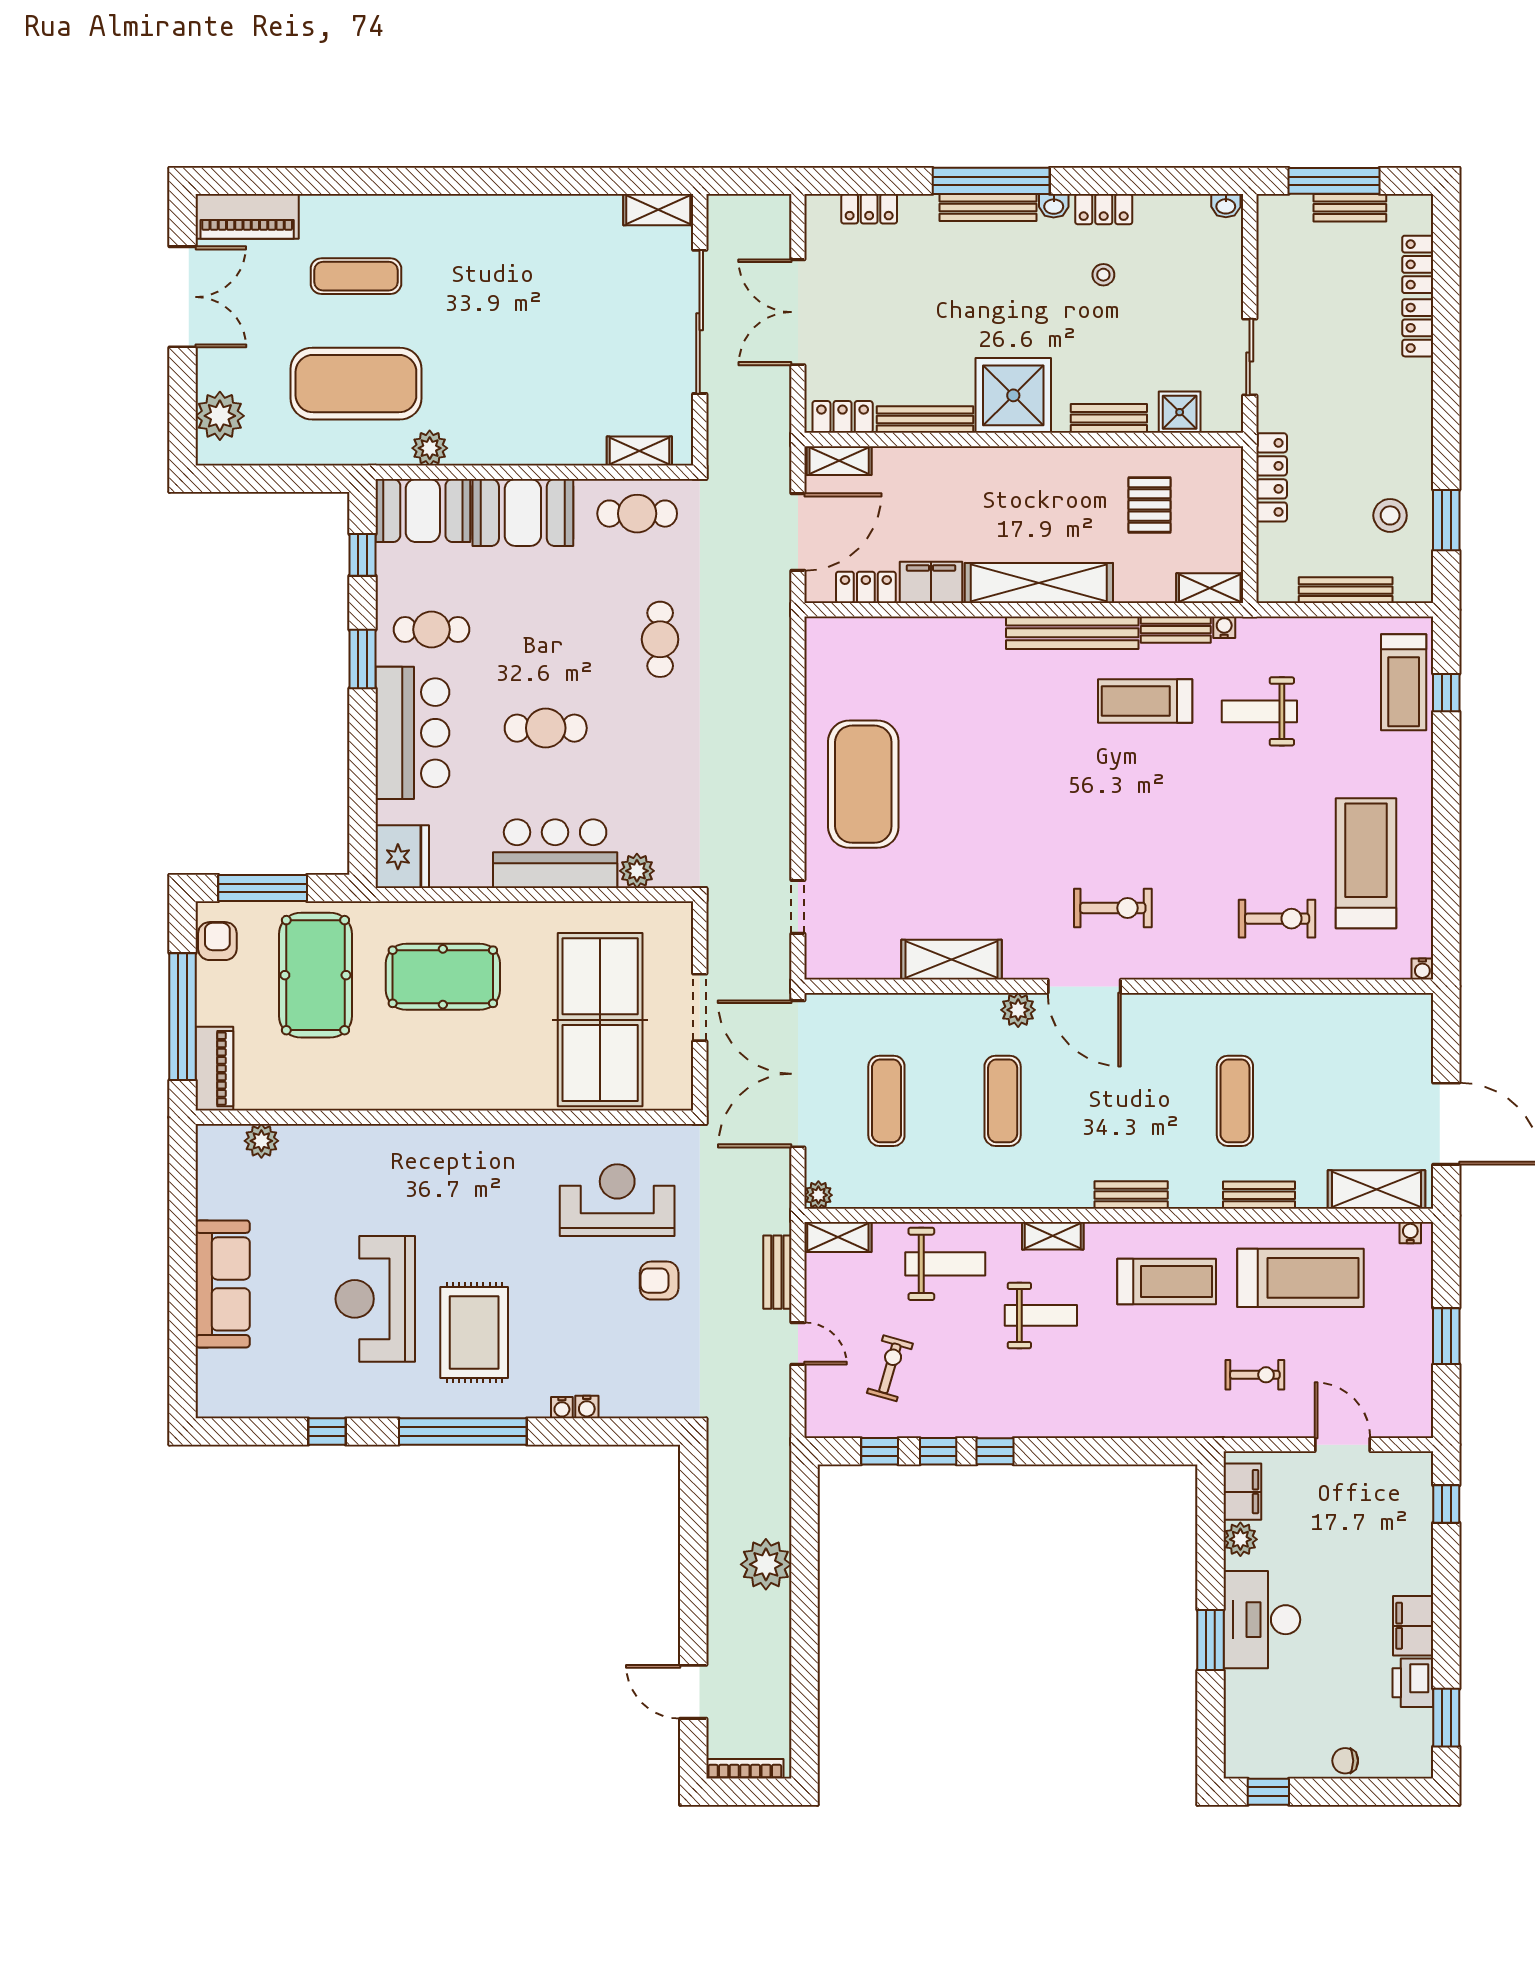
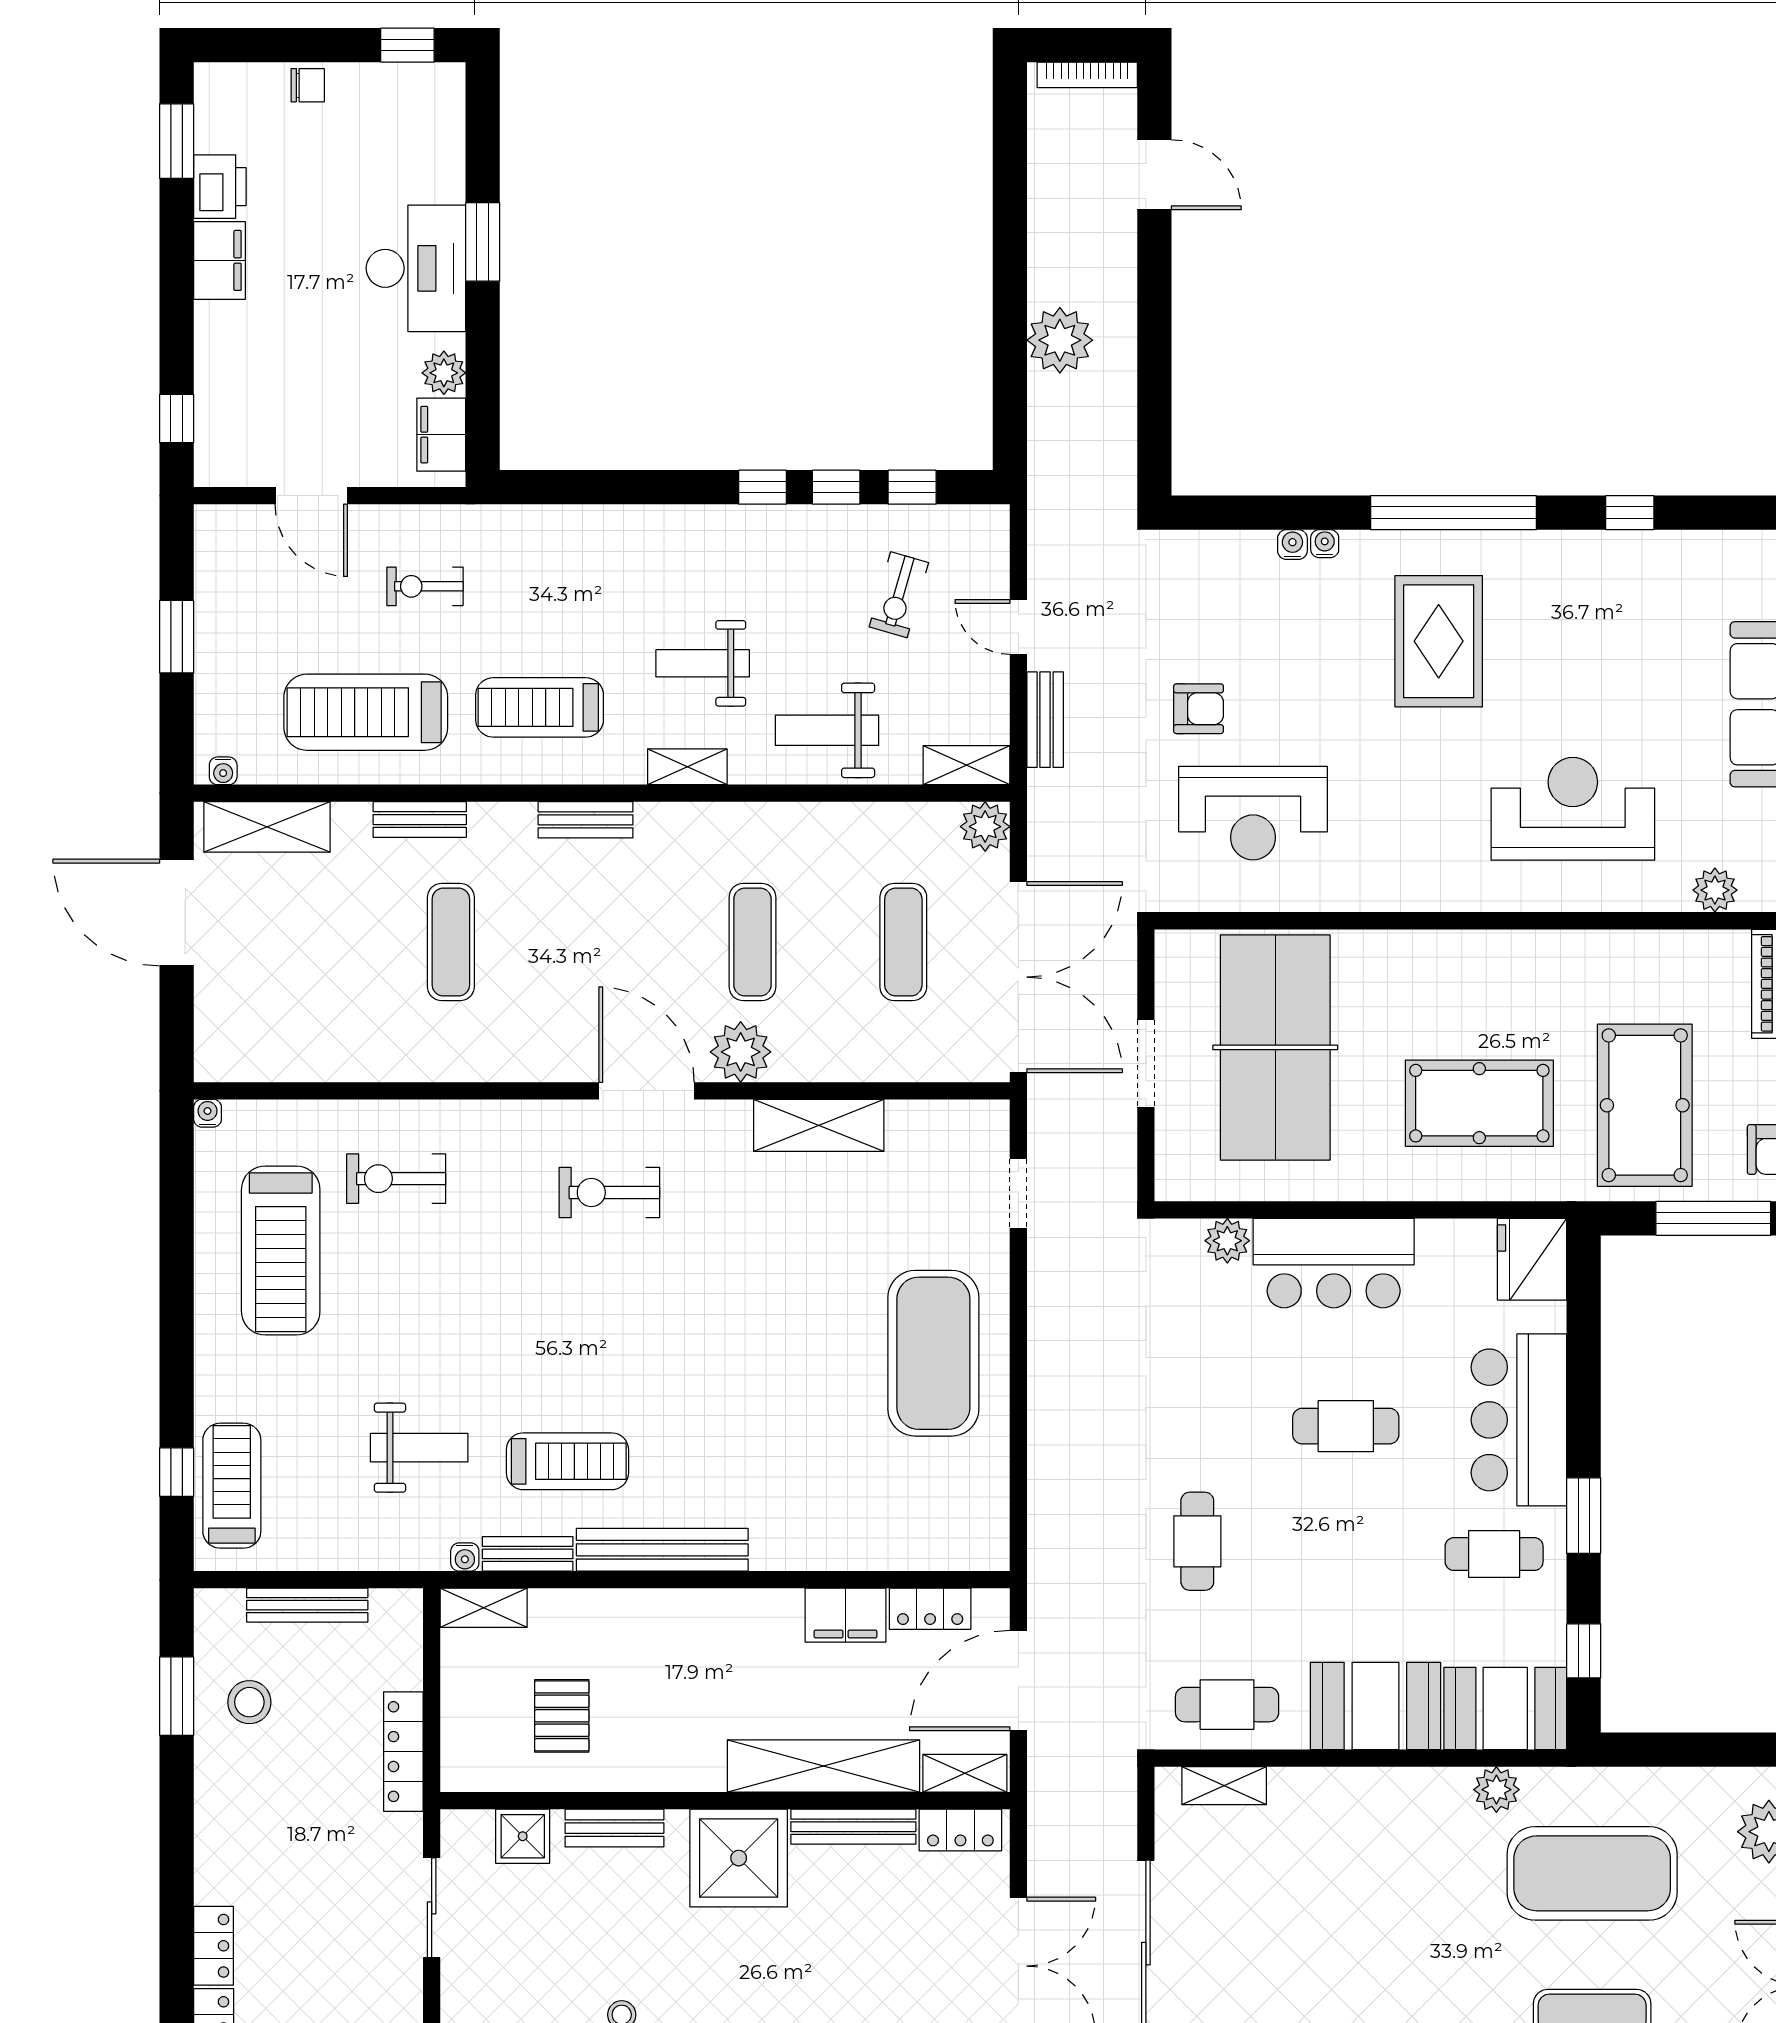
shelving: (1039, 583) -> (823, 1766), moved
plant: (1018, 1010) -> (741, 1052), width x1.36, depth x1.36
plant: (818, 1195) -> (985, 827), width x1.38, depth x1.38
reception desk: (375, 1299) -> (1573, 809), moved, turned -90

